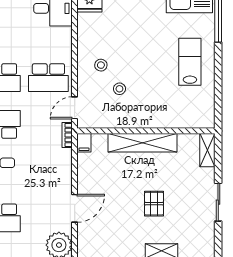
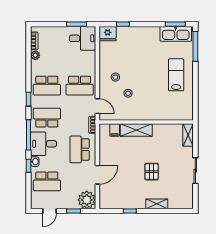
door: (75, 108) -> (97, 106), swing flipped
filing cabinet: (84, 143) -> (115, 130), moved
shelving: (142, 143) -> (136, 130), width x0.68
school desk: (48, 171) -> (80, 149), added

